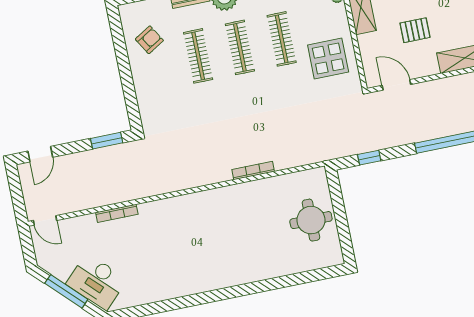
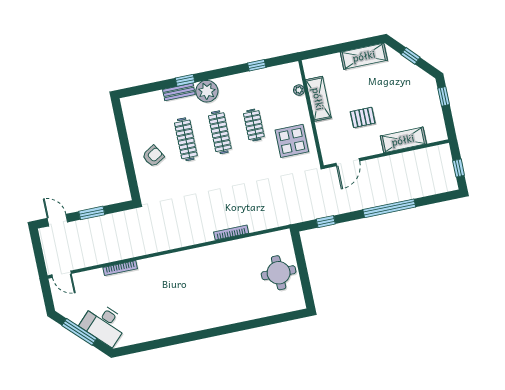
clothes rail: (282, 39) -> (254, 125), width x0.73
armchair: (149, 40) -> (153, 156), moved
door: (396, 85) -> (348, 162), swing flipped
window: (107, 141) -> (92, 213), moved
door: (40, 154) -> (57, 220), swing flipped

